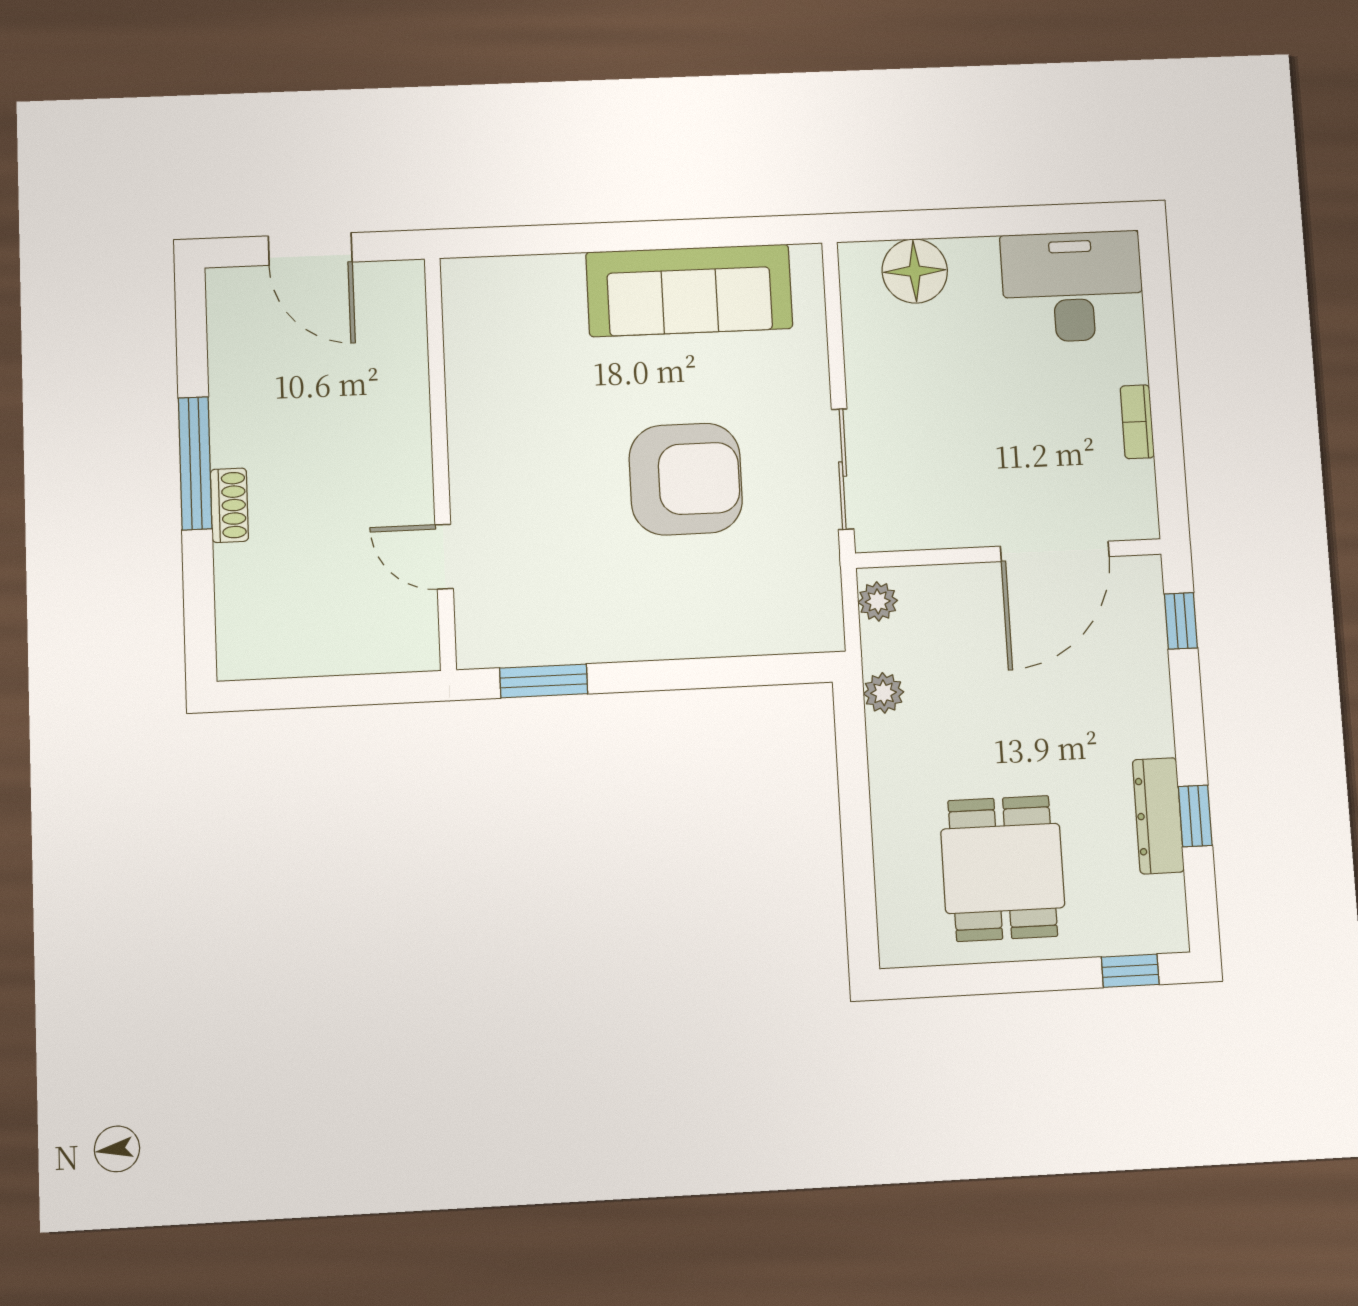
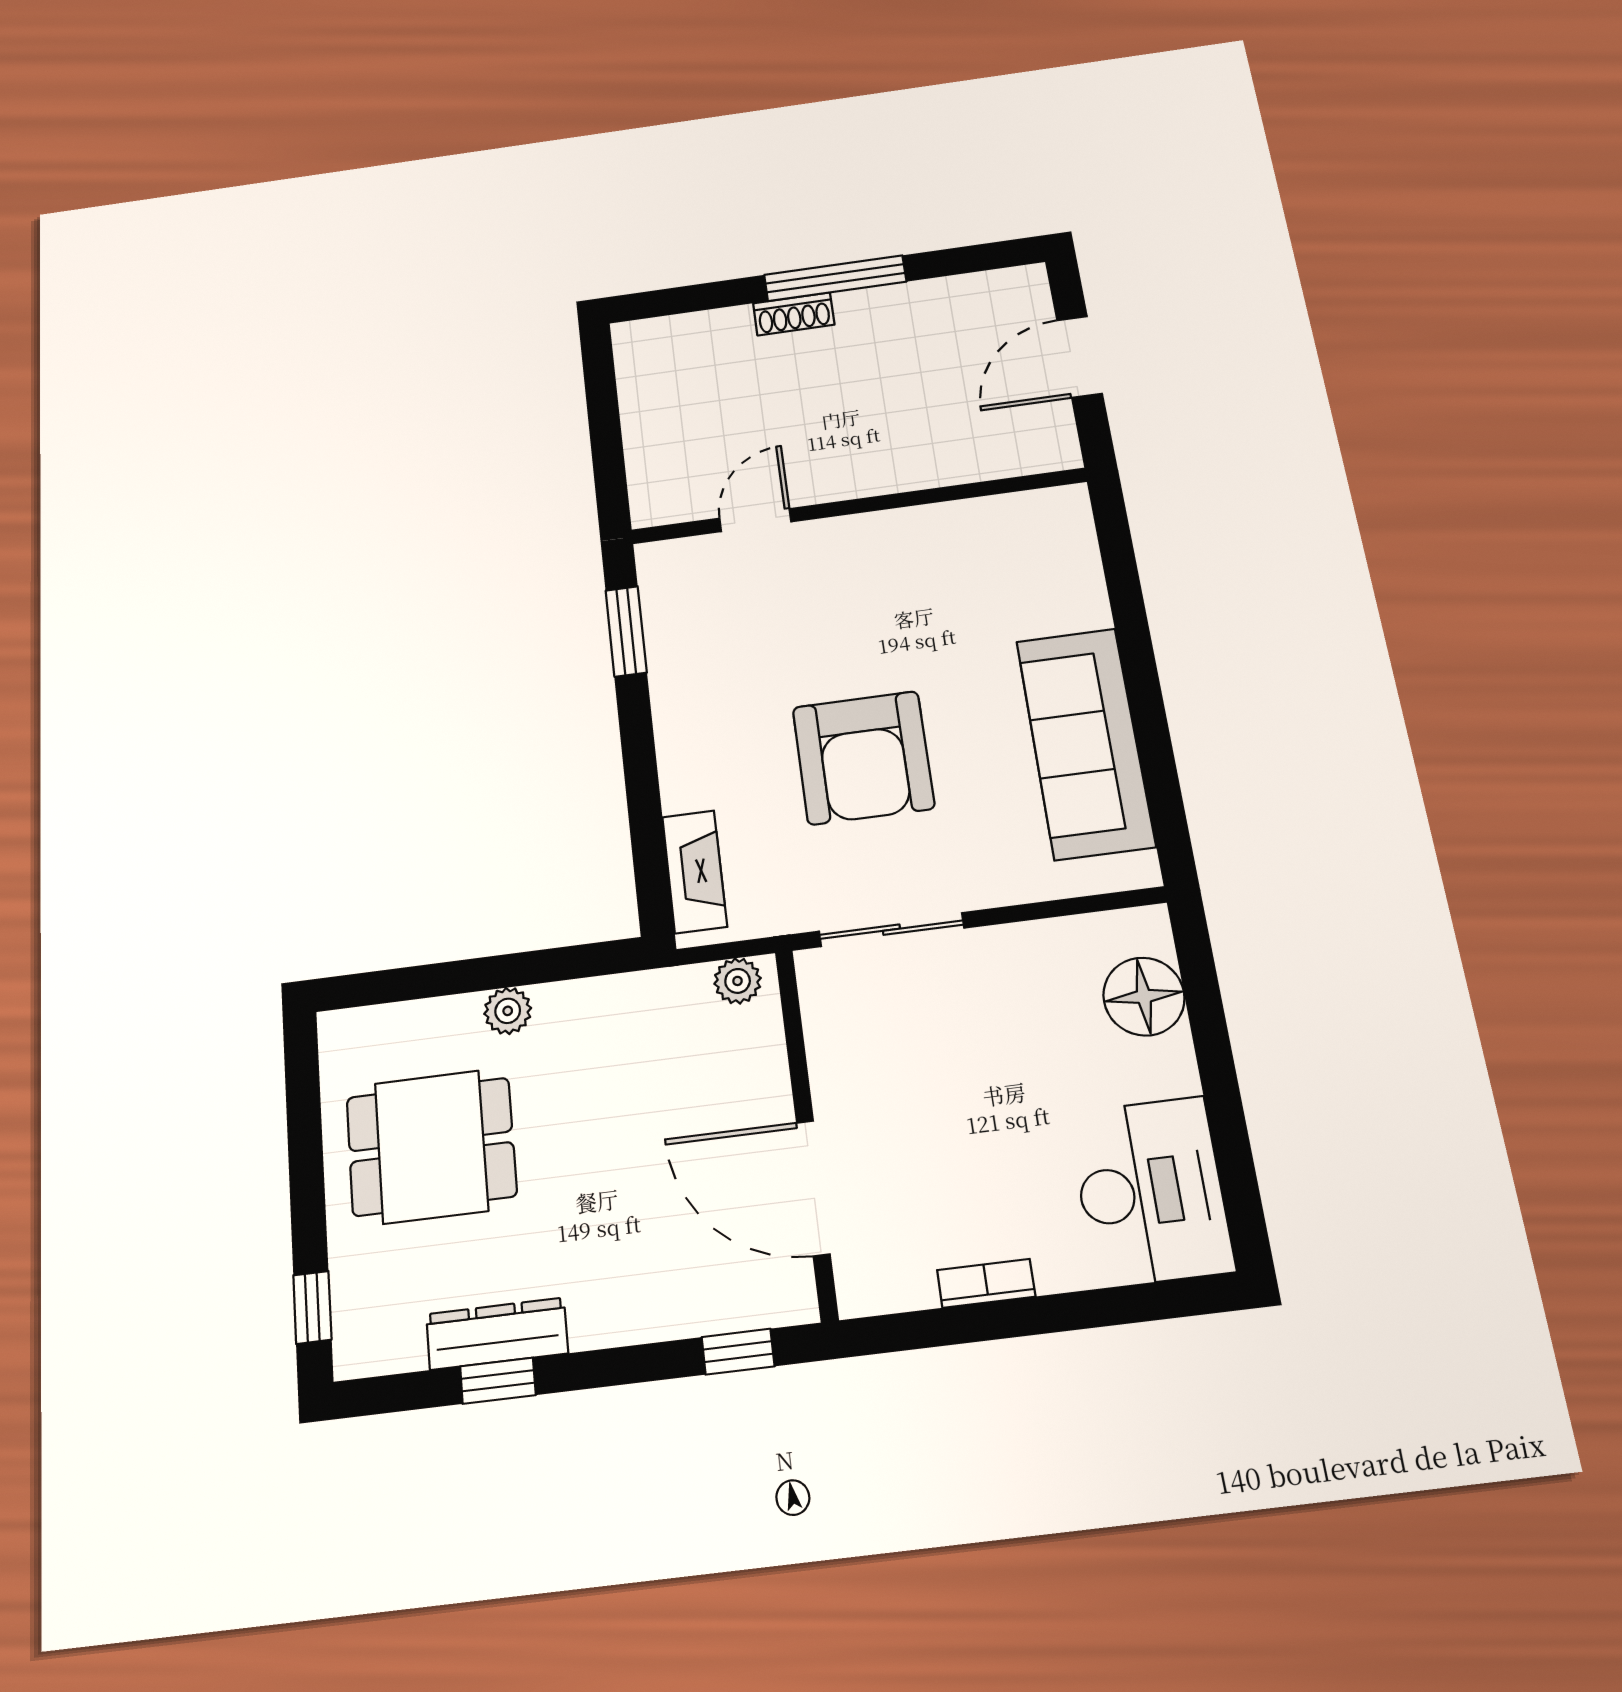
fireplace: (778, 632) -> (695, 872), added
plant: (884, 693) -> (508, 1011), moved

